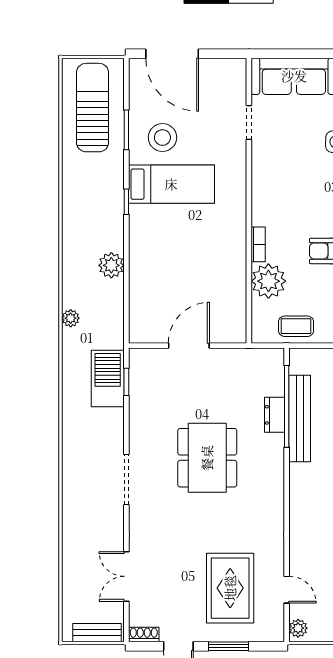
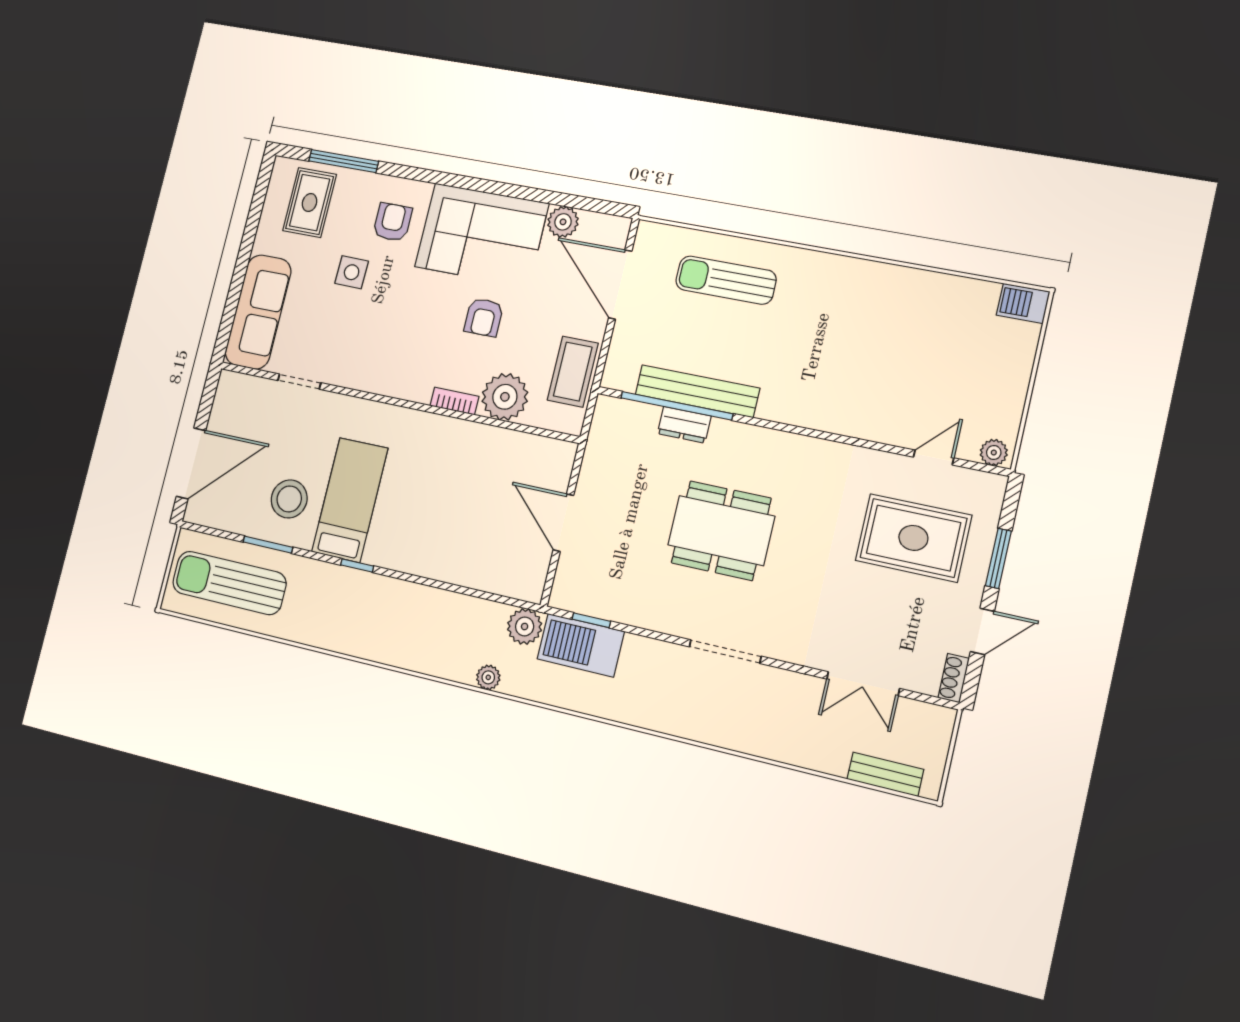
plant: (111, 265) -> (525, 627), moved
coffee table: (296, 326) -> (573, 372), width x1.36, depth x1.30
bench: (97, 633) -> (885, 774), moved, turned 90

